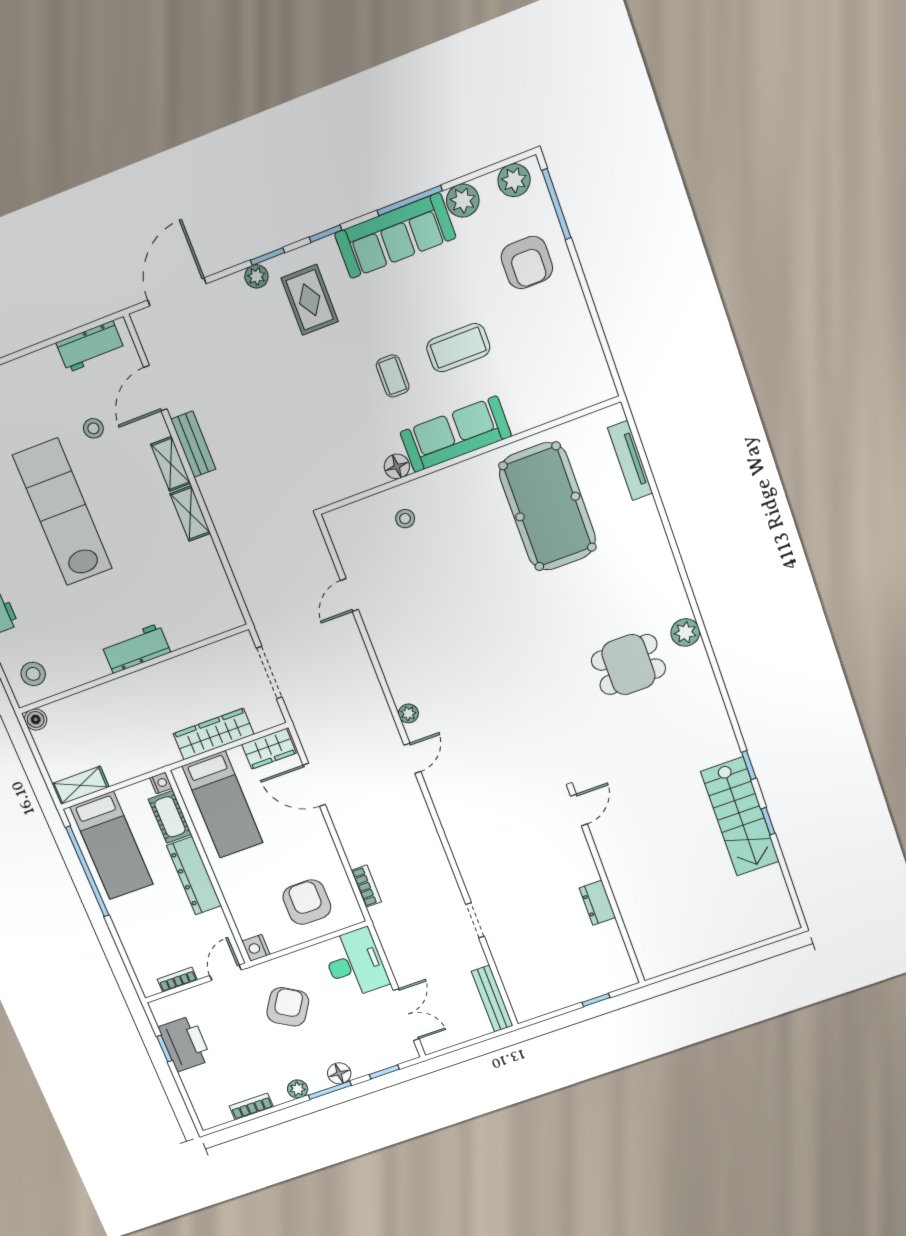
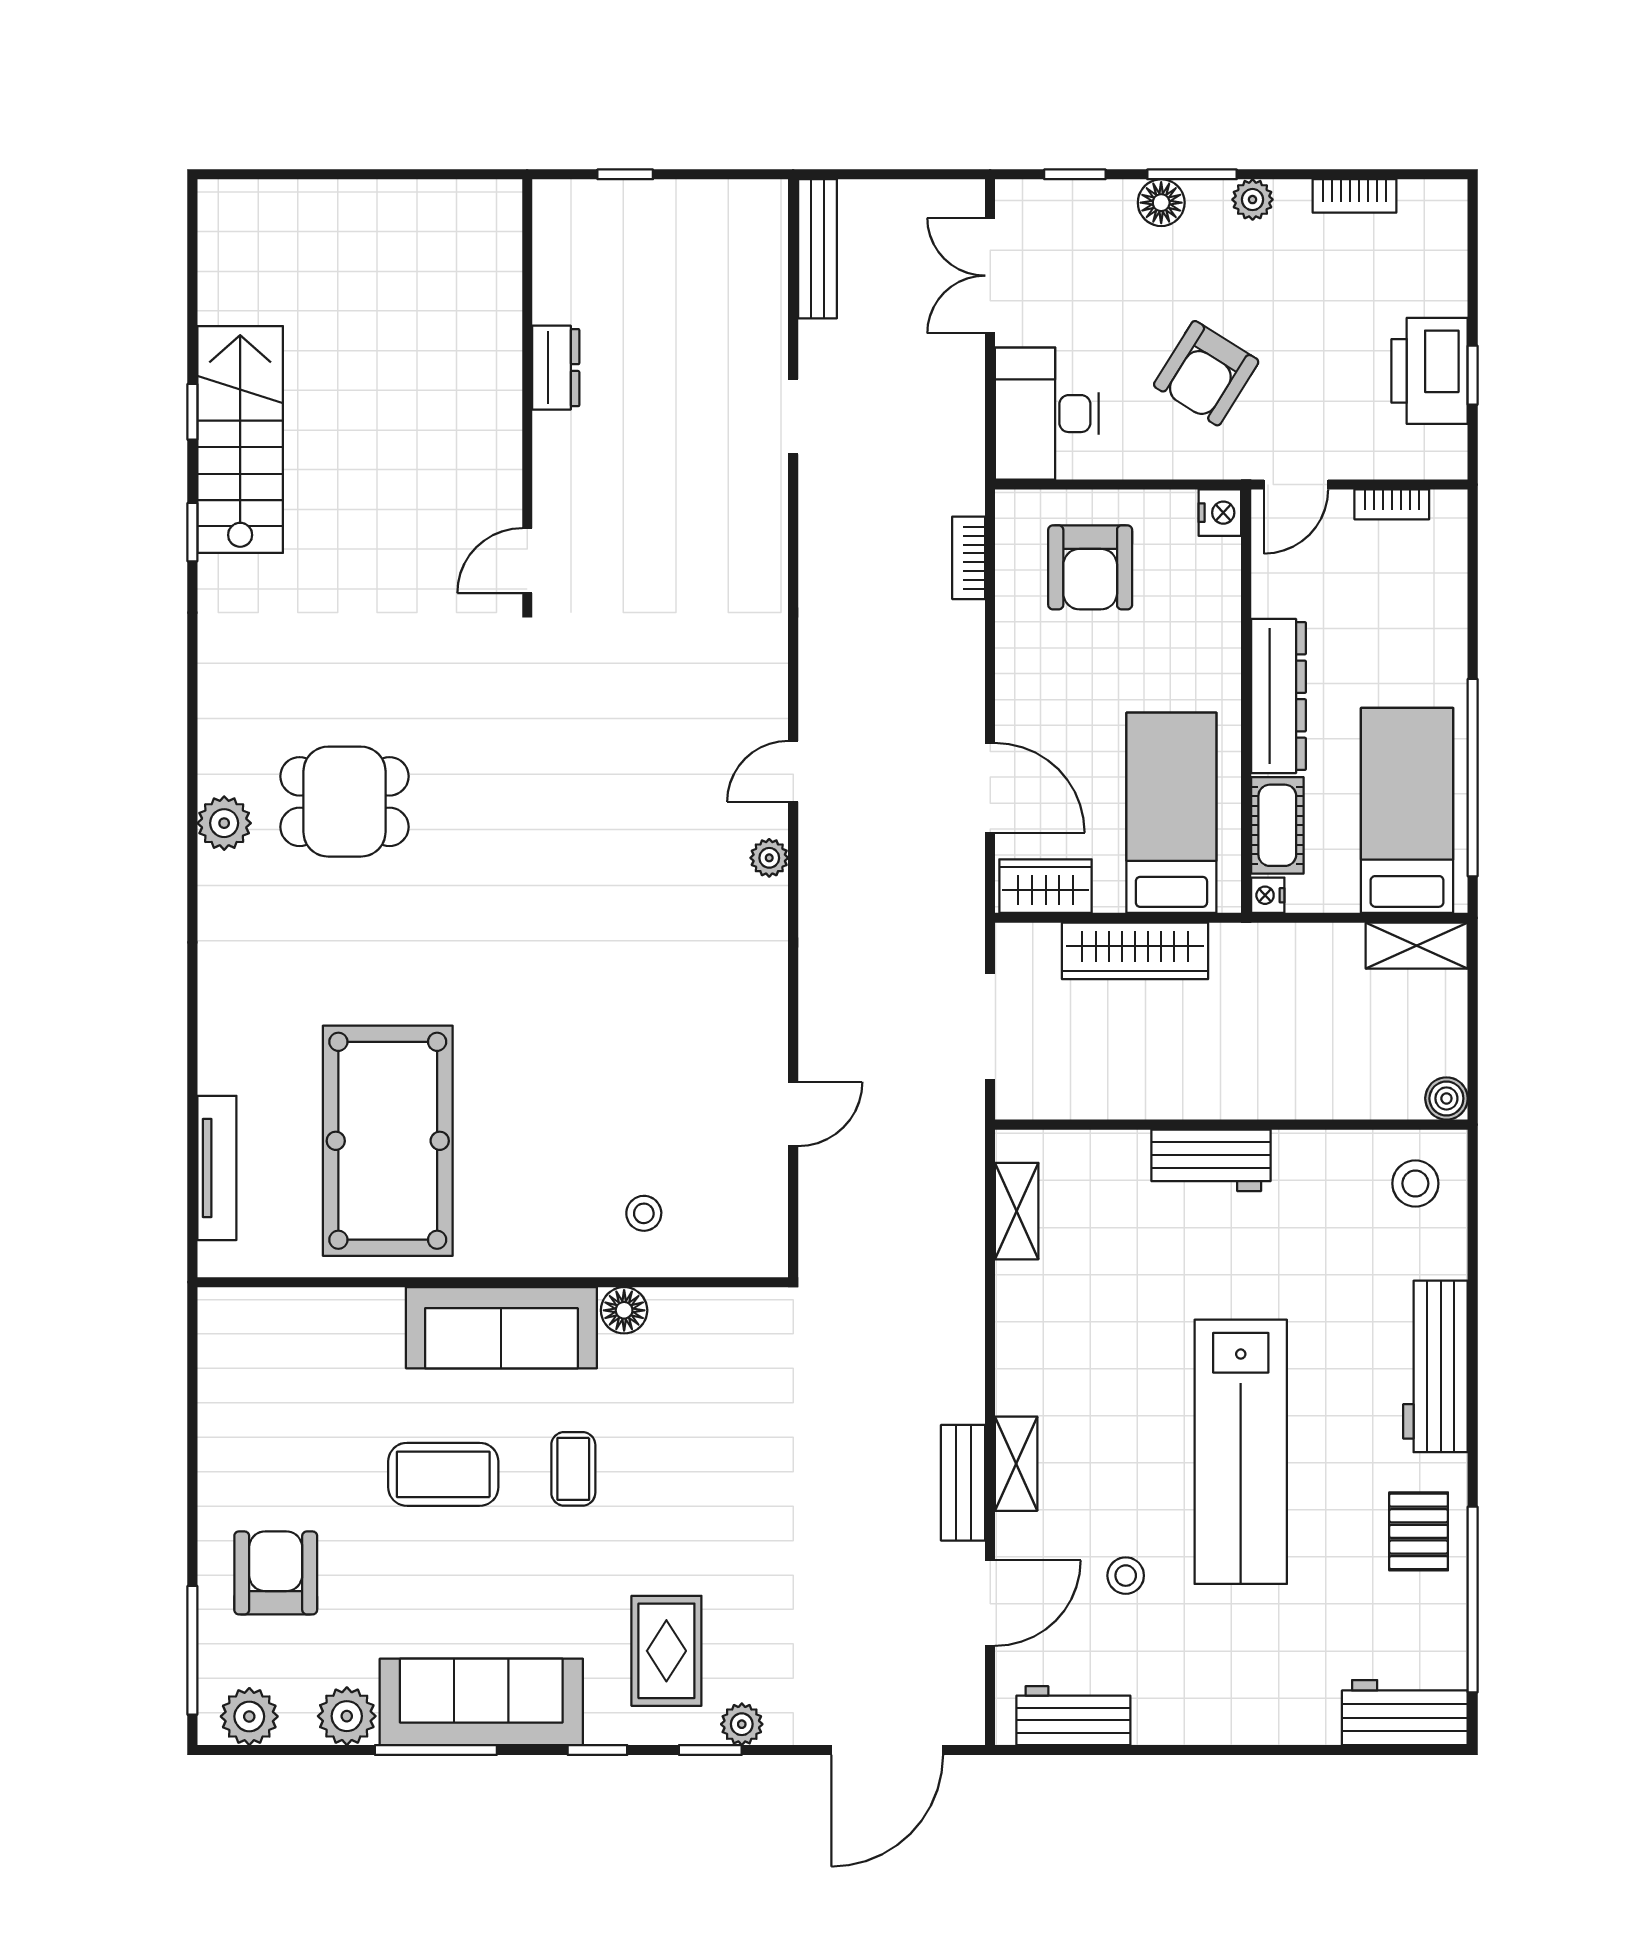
shelving: (190, 513) -> (1017, 1211), moved

